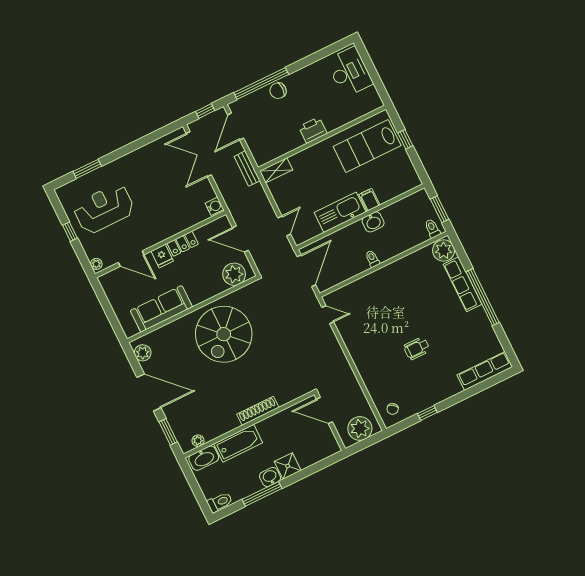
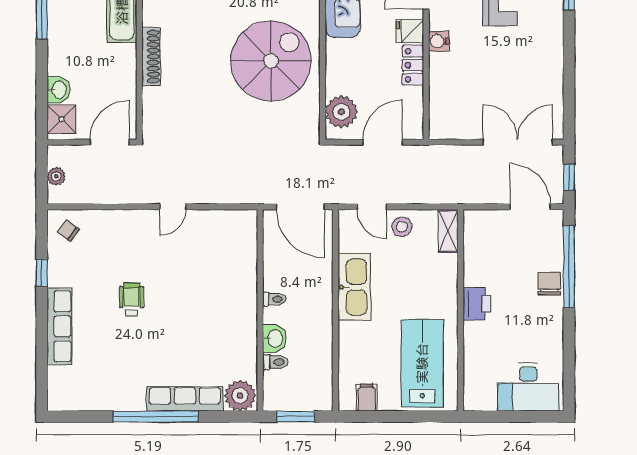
window: (405, 139) -> (407, 417), removed
bench: (247, 169) -> (469, 195), removed
filing cabinet: (369, 200) -> (367, 398), moved, turned -90
stool: (288, 201) -> (402, 227), added
water cooler: (214, 206) -> (439, 41), moved, turned 90
washbasin: (373, 222) -> (275, 338), moved, turned 180
toilet: (432, 228) -> (275, 362), moved
door: (328, 315) -> (173, 207), moved
spiral stairs: (224, 334) -> (271, 61), turned 90
row of seats: (485, 371) -> (59, 326), moved
plant: (360, 429) -> (56, 176), width x0.53, depth x0.53
shower: (288, 466) -> (61, 119), moved
washbasin: (270, 477) -> (58, 90), moved

